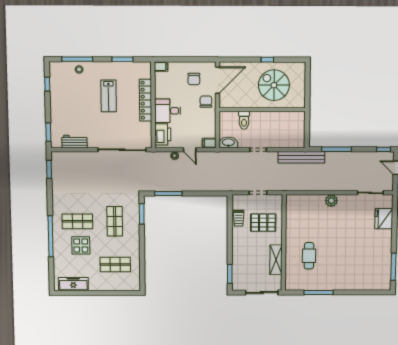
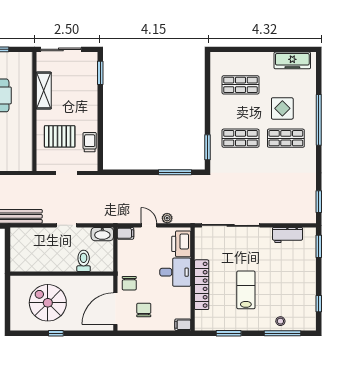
spiral stairs: (274, 85) -> (48, 303), turned 180
shop shelf: (115, 221) -> (241, 138), turned 90

